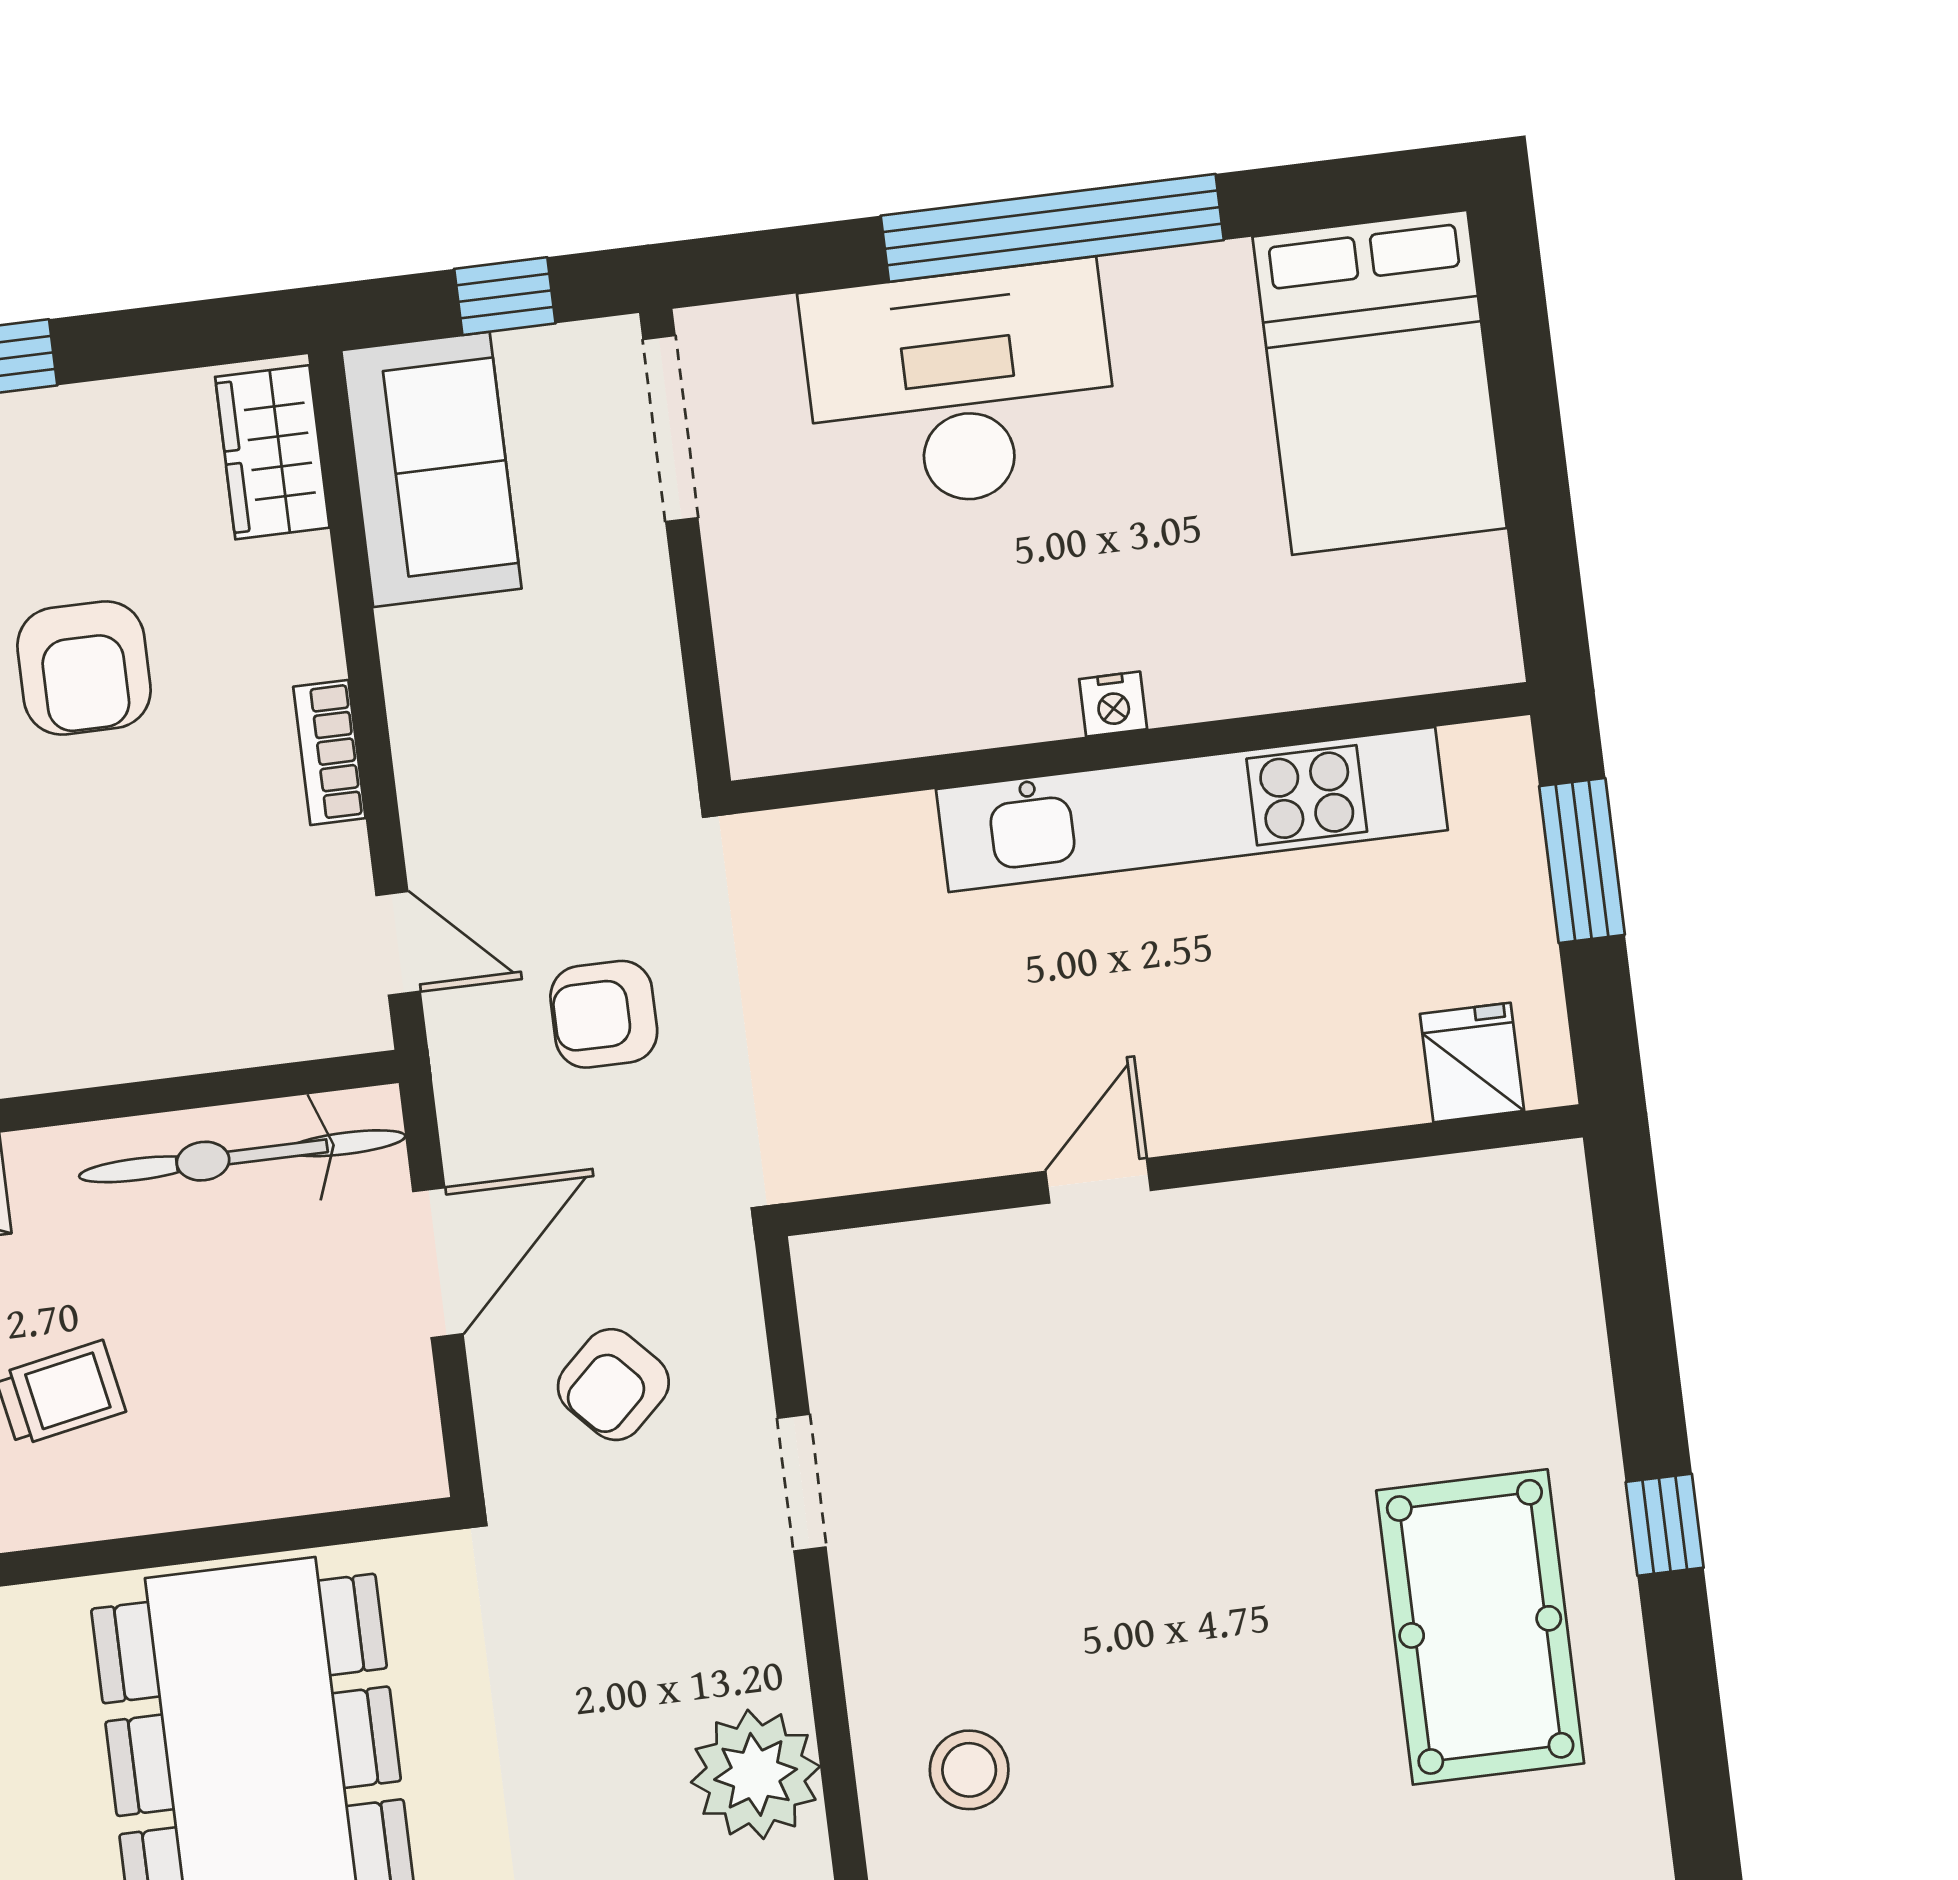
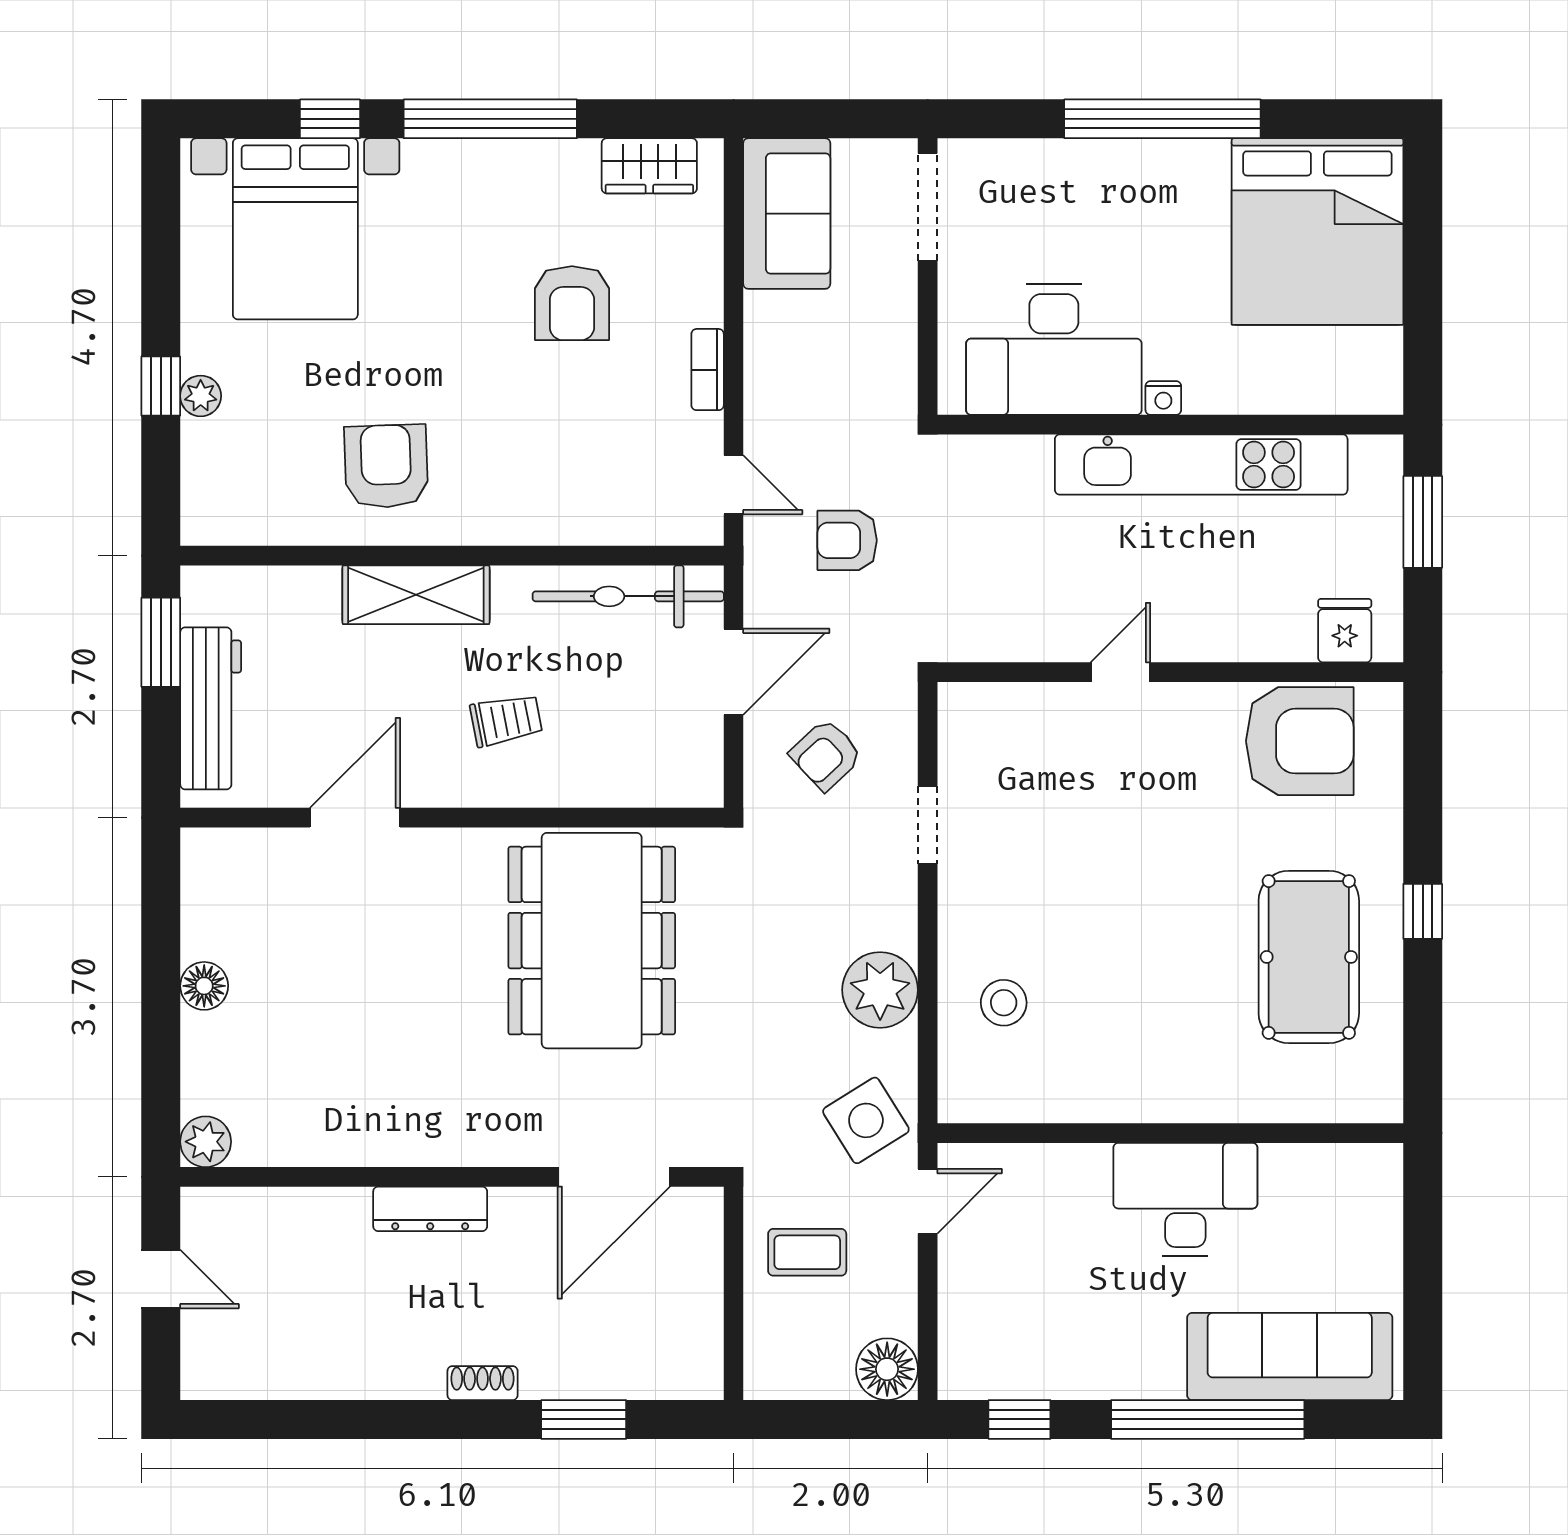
window: (505, 296) -> (842, 119), removed
bed: (1380, 382) -> (1317, 231), width x1.36
desk: (961, 387) -> (1054, 349), moved, turned 180
wardrobe: (272, 452) -> (649, 166), moved, turned -90
armchair: (1419, 1261) -> (1300, 741), added

